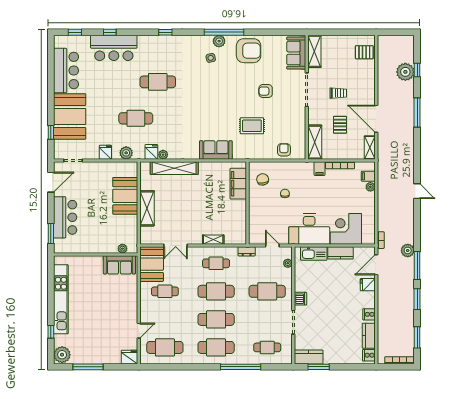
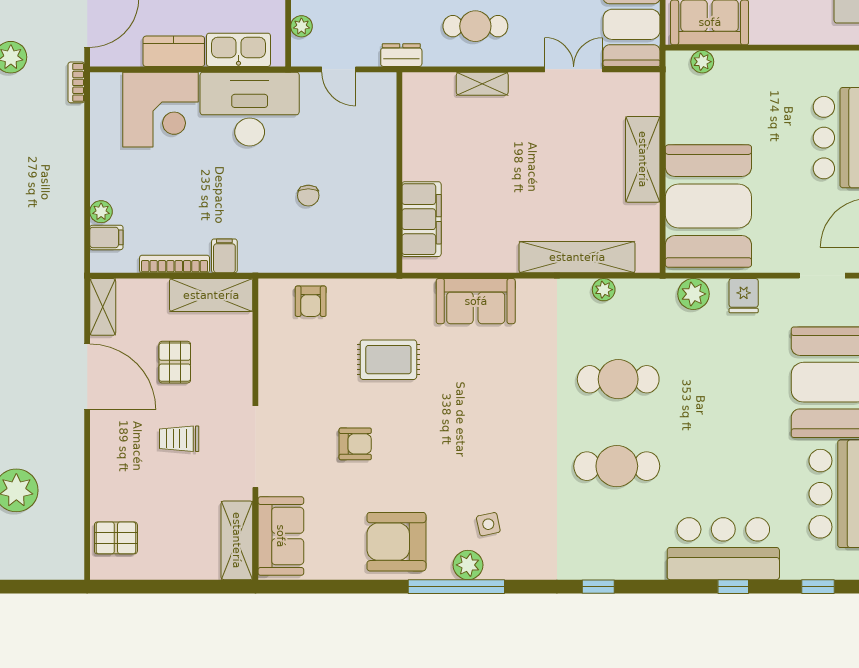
cafe table: (136, 118) -> (618, 379), moved
shelving: (315, 142) -> (211, 295), moved, turned 90
fridge: (151, 152) -> (632, 296), removed
chair: (263, 179) -> (362, 230), removed
booth: (125, 196) -> (708, 206), width x1.36, depth x1.42

